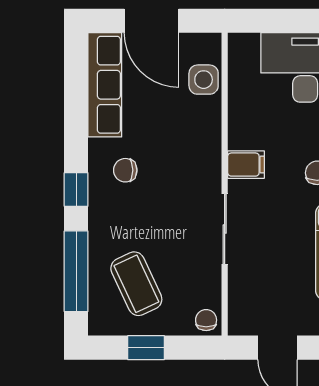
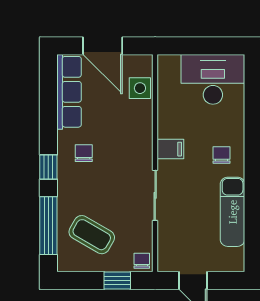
chair: (125, 170) -> (84, 153), turned 90
coffee table: (136, 284) -> (92, 235), turned -35
window: (146, 348) -> (117, 281), moved

